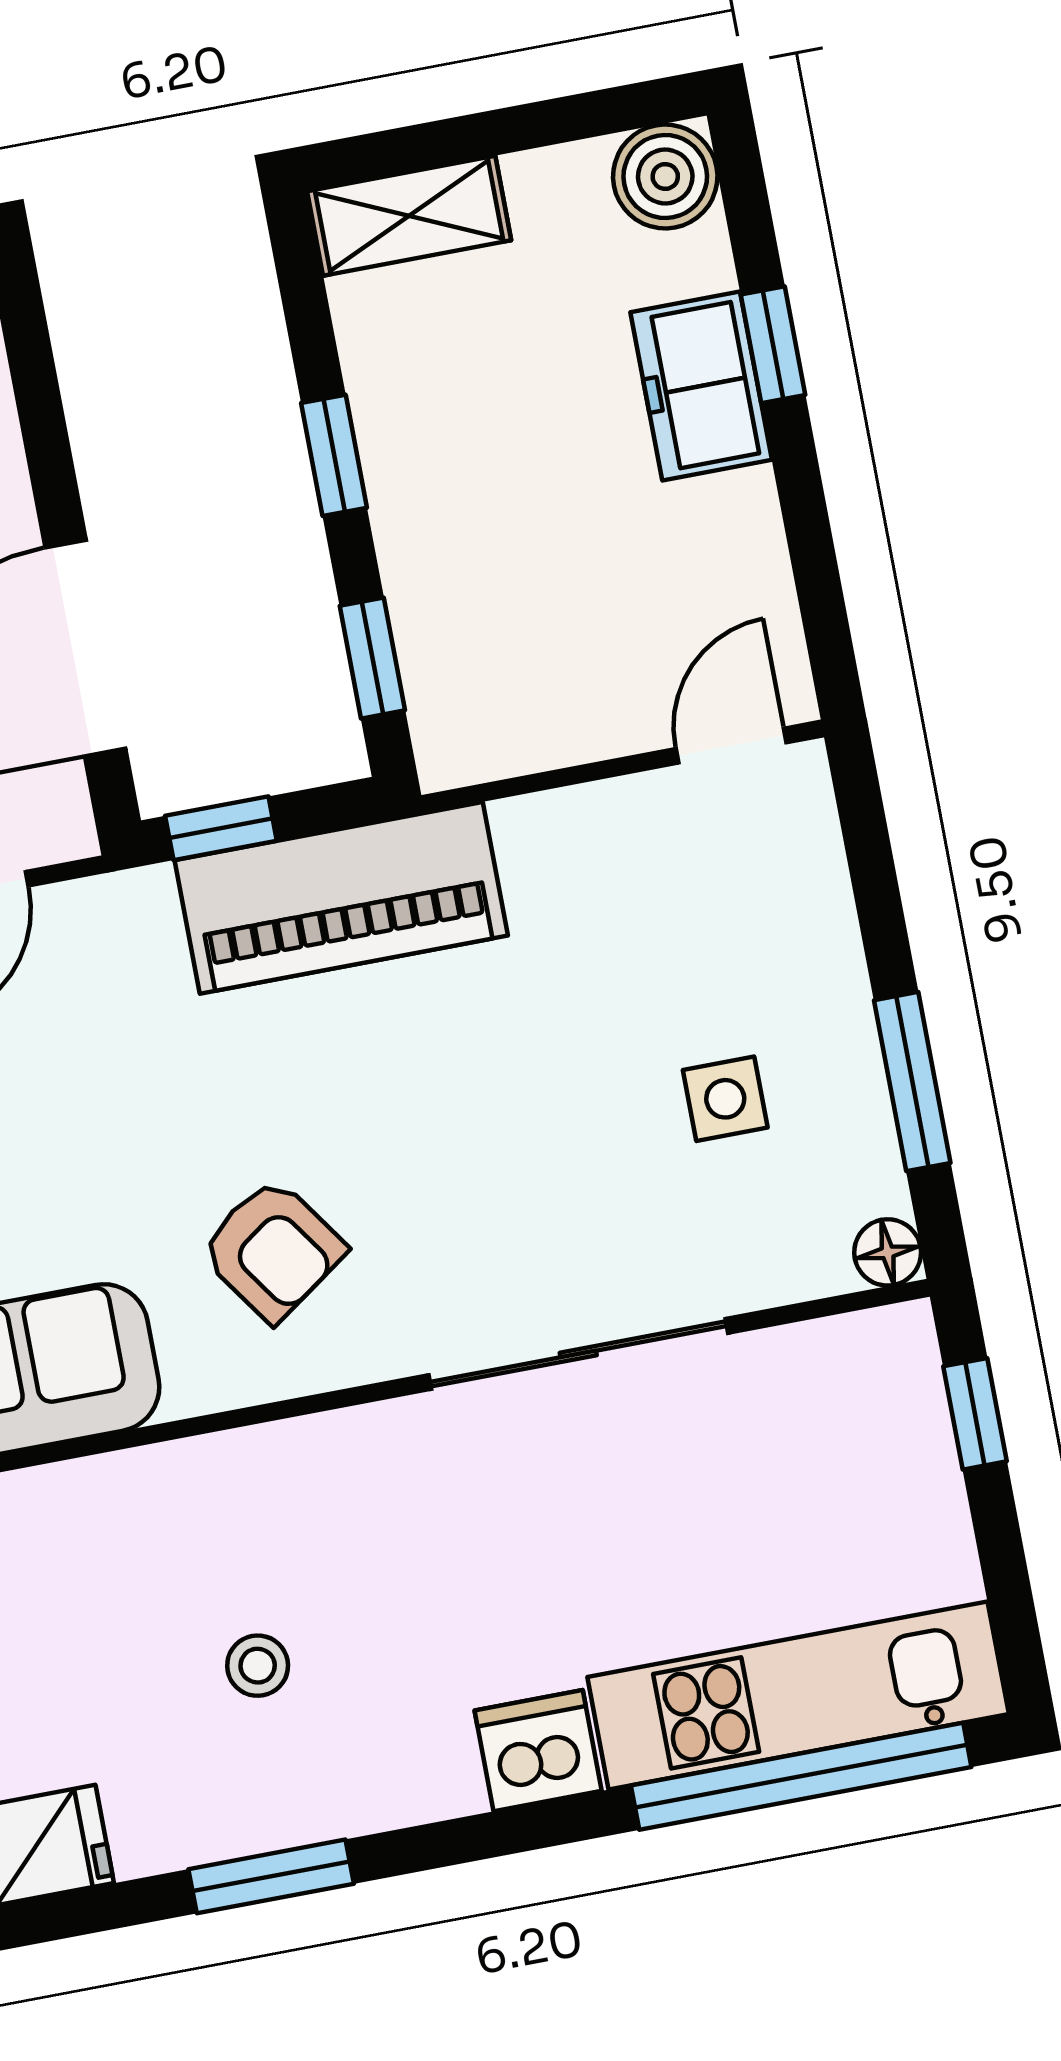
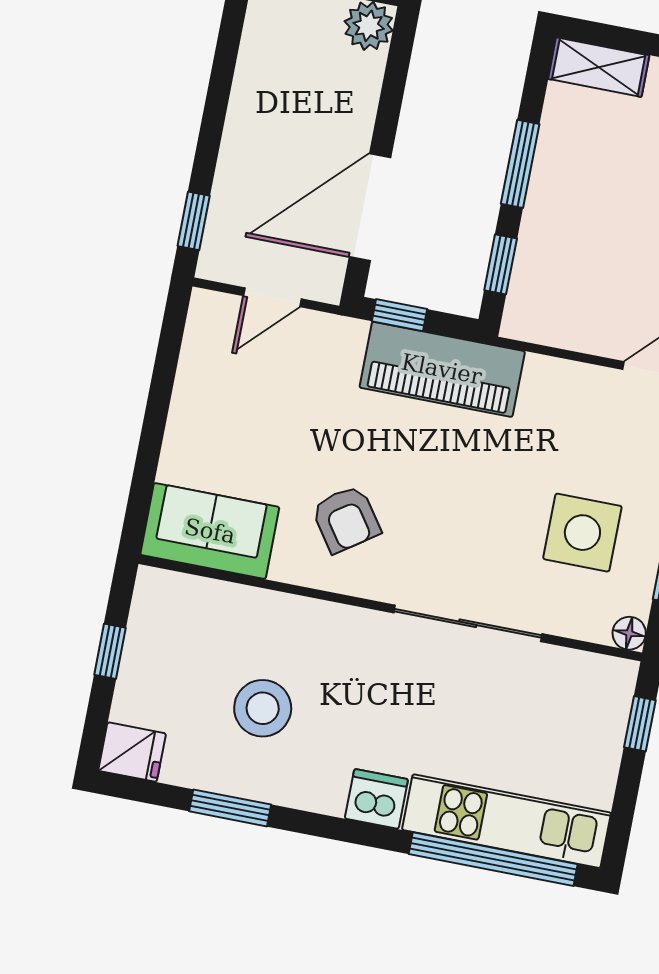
window: (334, 455) -> (520, 164), width x1.50
side table: (725, 1099) -> (582, 533), width x1.87, depth x1.87
stool: (258, 1666) -> (263, 708), width x1.89, depth x1.89

